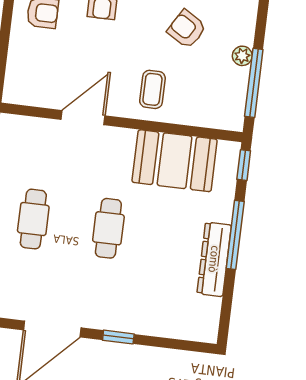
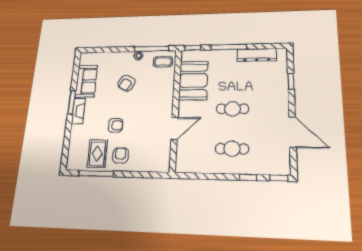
coffee table: (152, 89) -> (163, 62), moved
door: (83, 118) -> (175, 129), swing flipped
dresser: (214, 259) -> (257, 55), moved
window: (118, 337) -> (291, 81), moved

